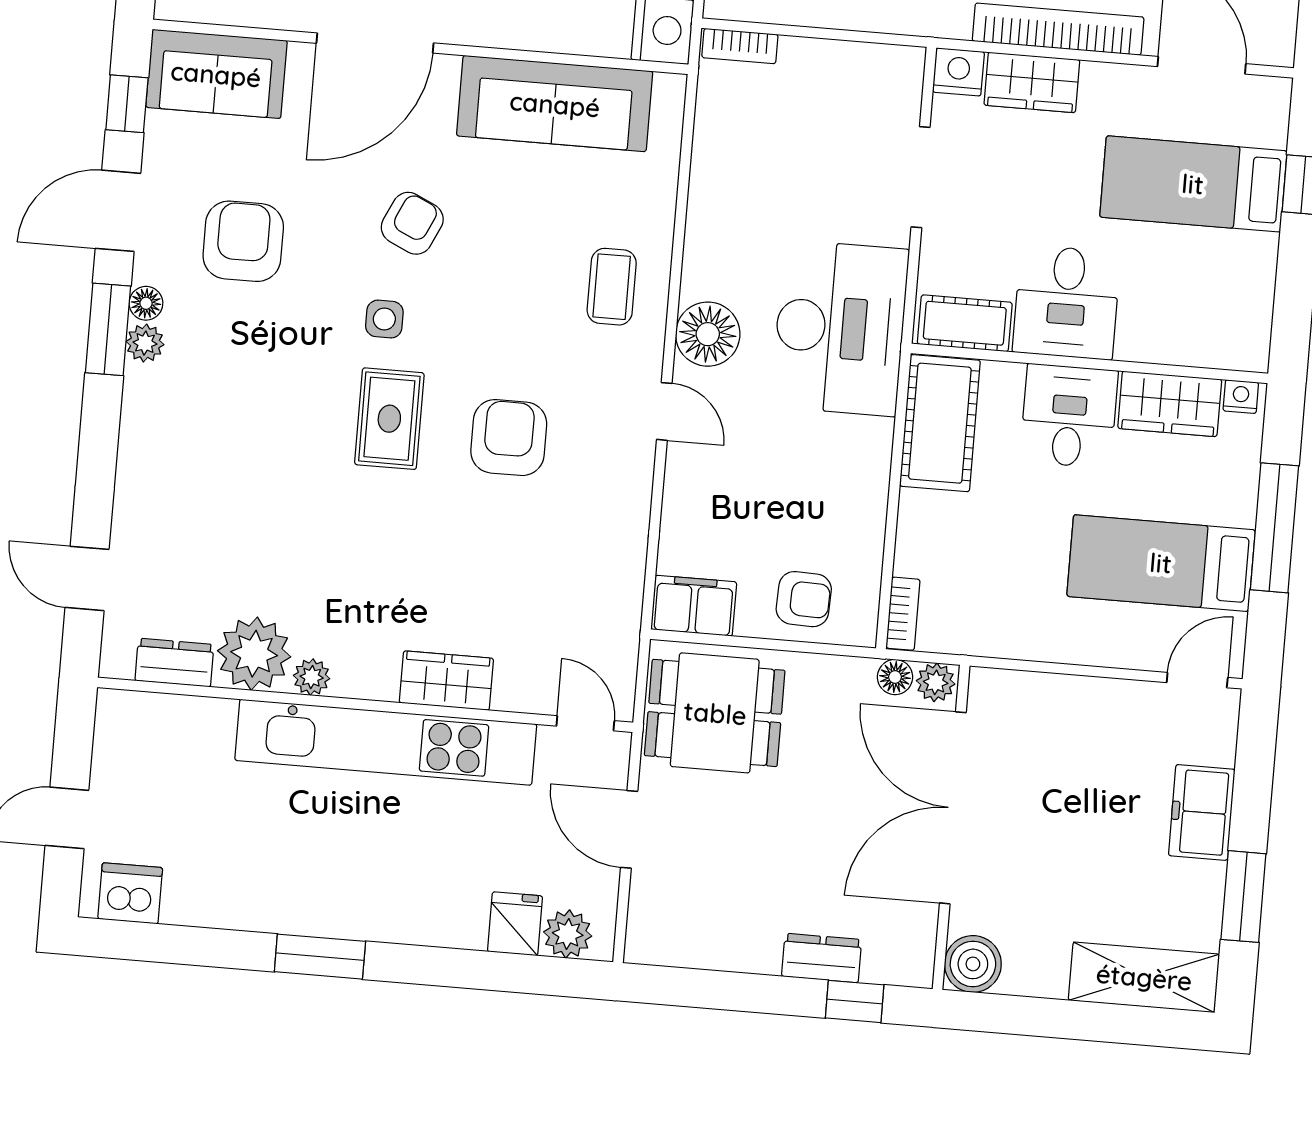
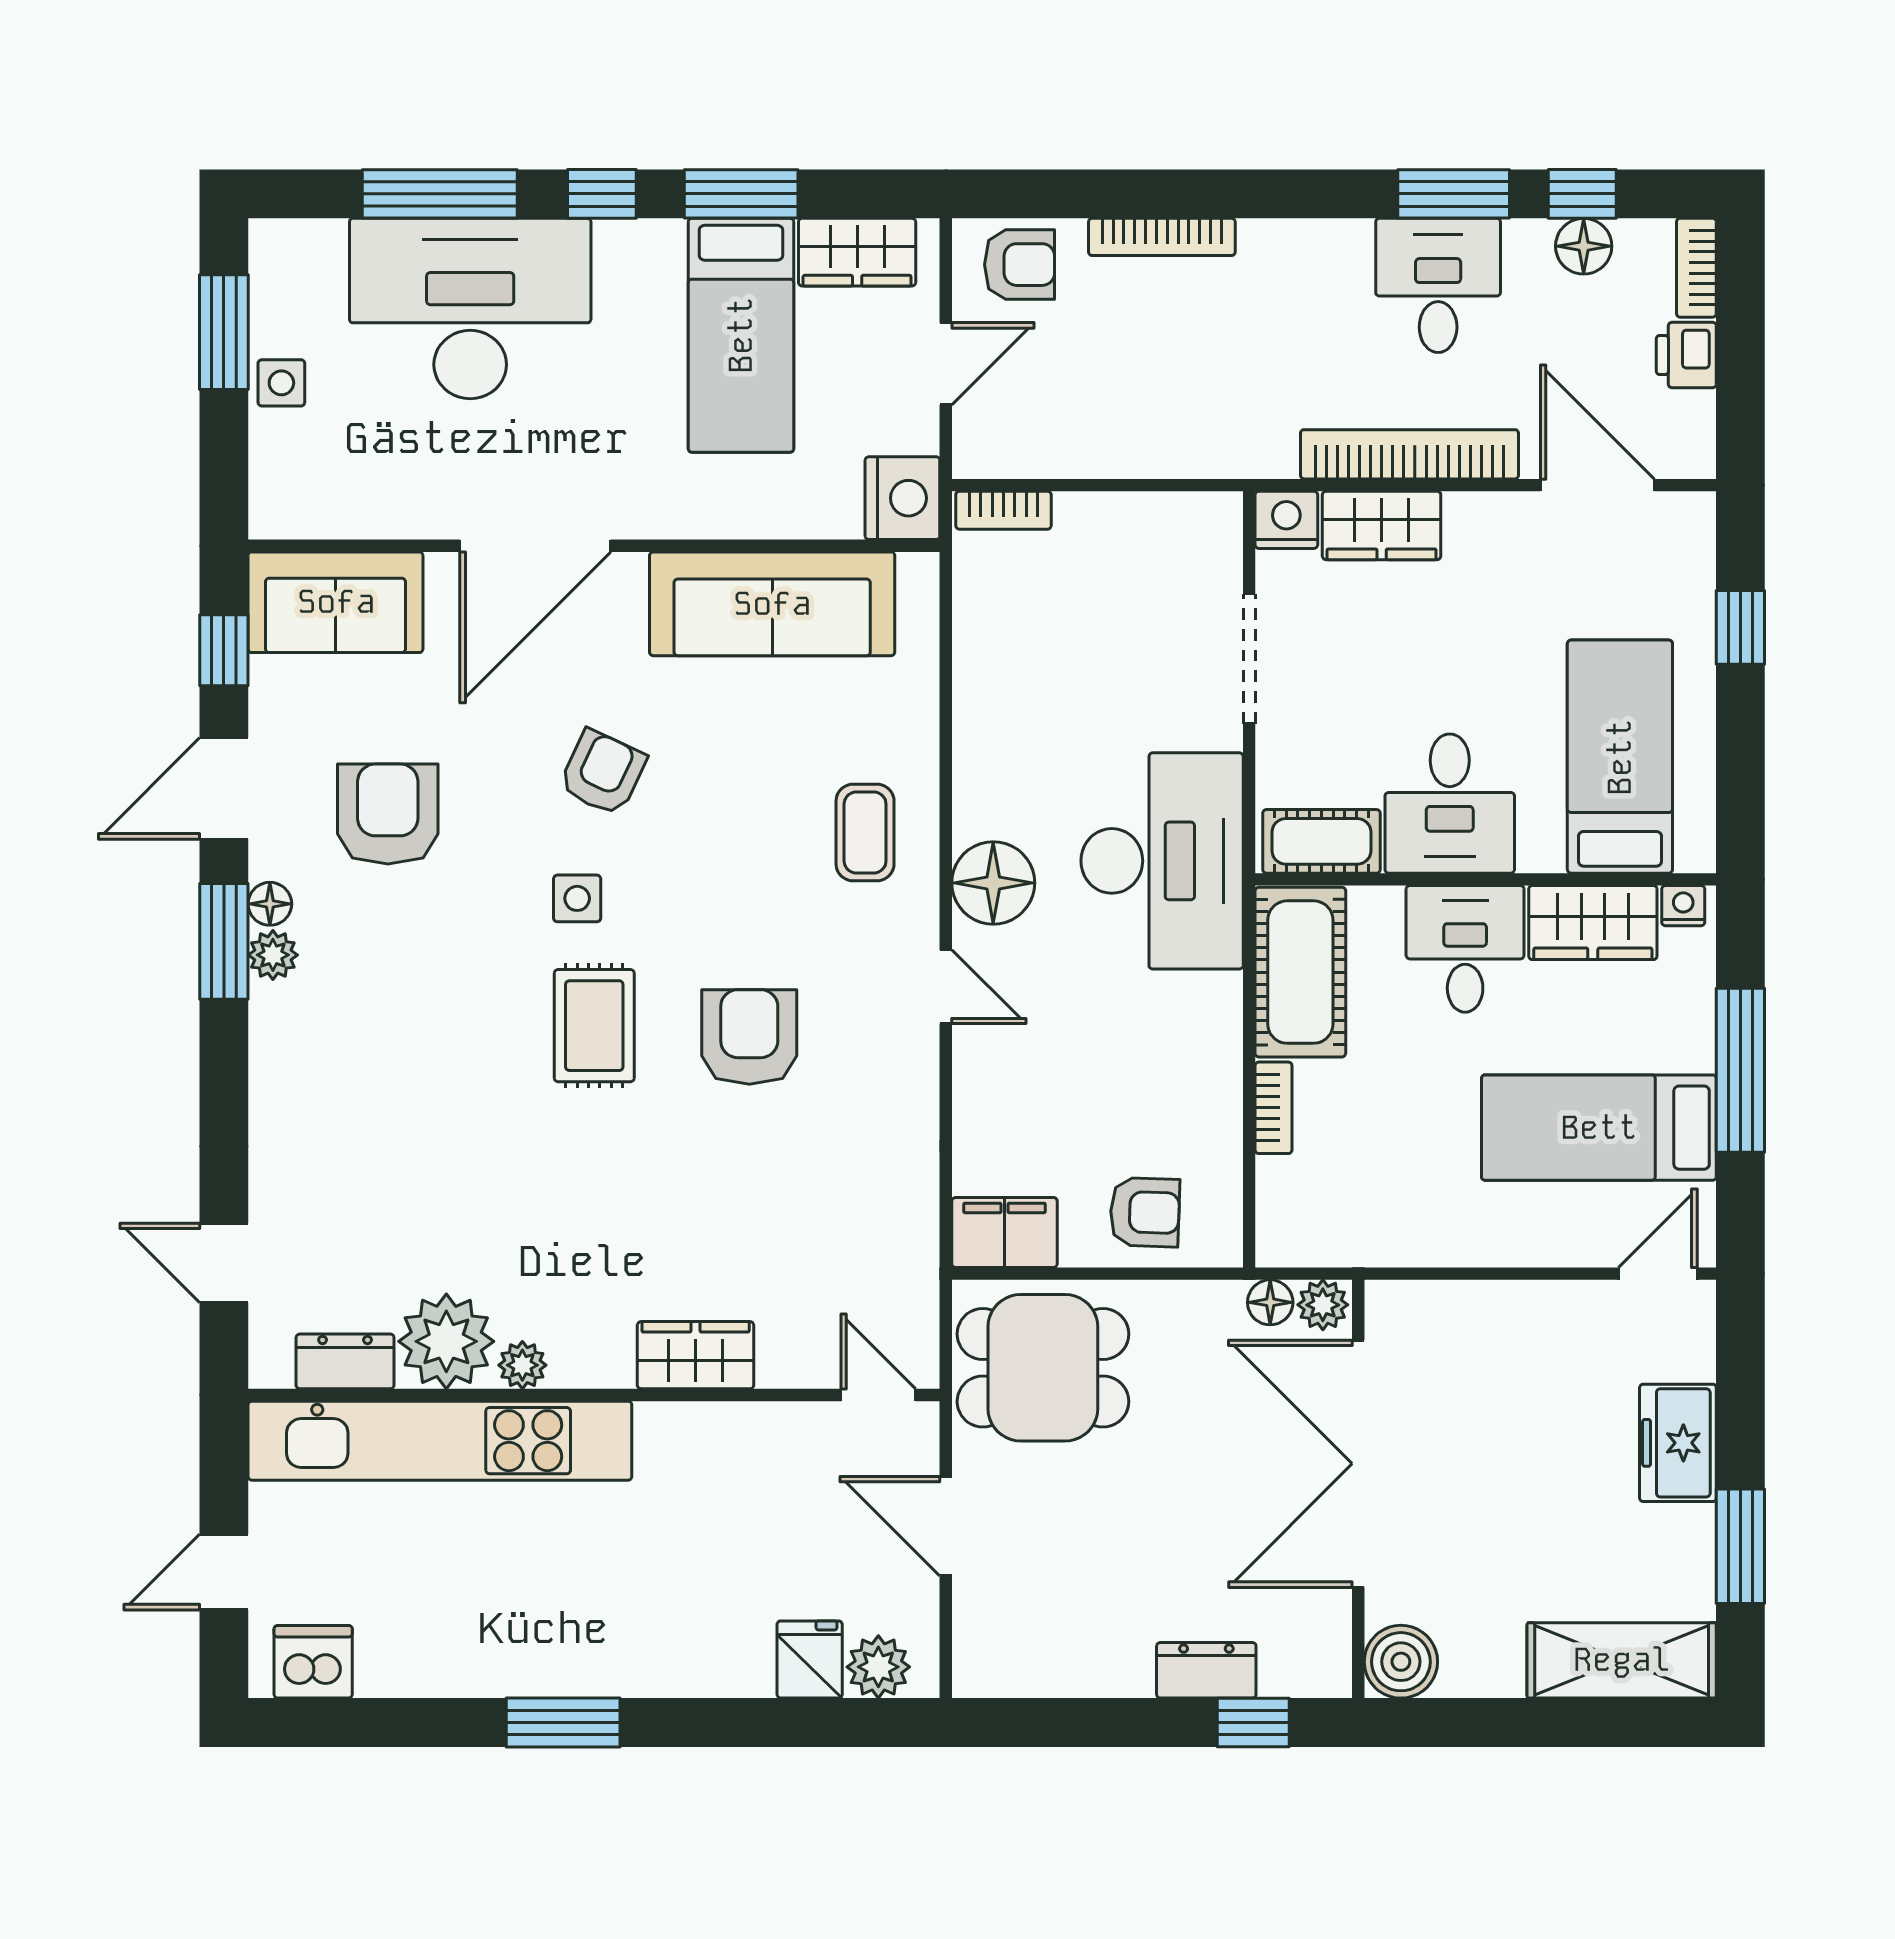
bed: (1193, 184) -> (1620, 757), moved, turned 90
bookcase: (903, 614) -> (1274, 1108), moved
kitchen unit: (386, 742) -> (440, 1441), moved

